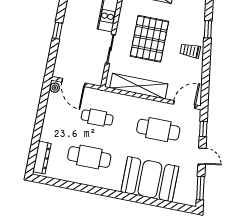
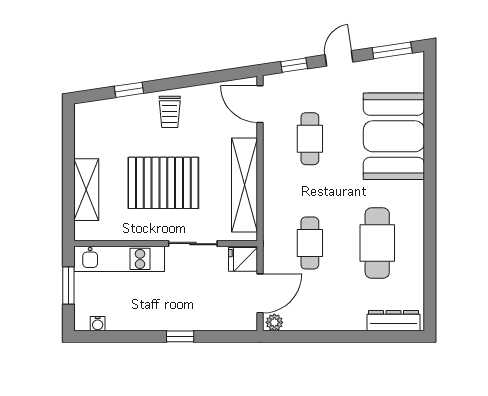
fridge: (95, 77) -> (243, 259), added
cafe table: (158, 130) -> (310, 139), width x0.73, depth x0.74

